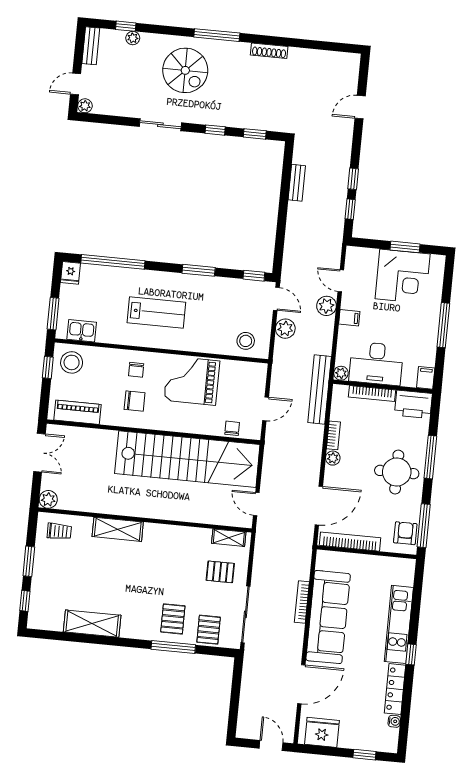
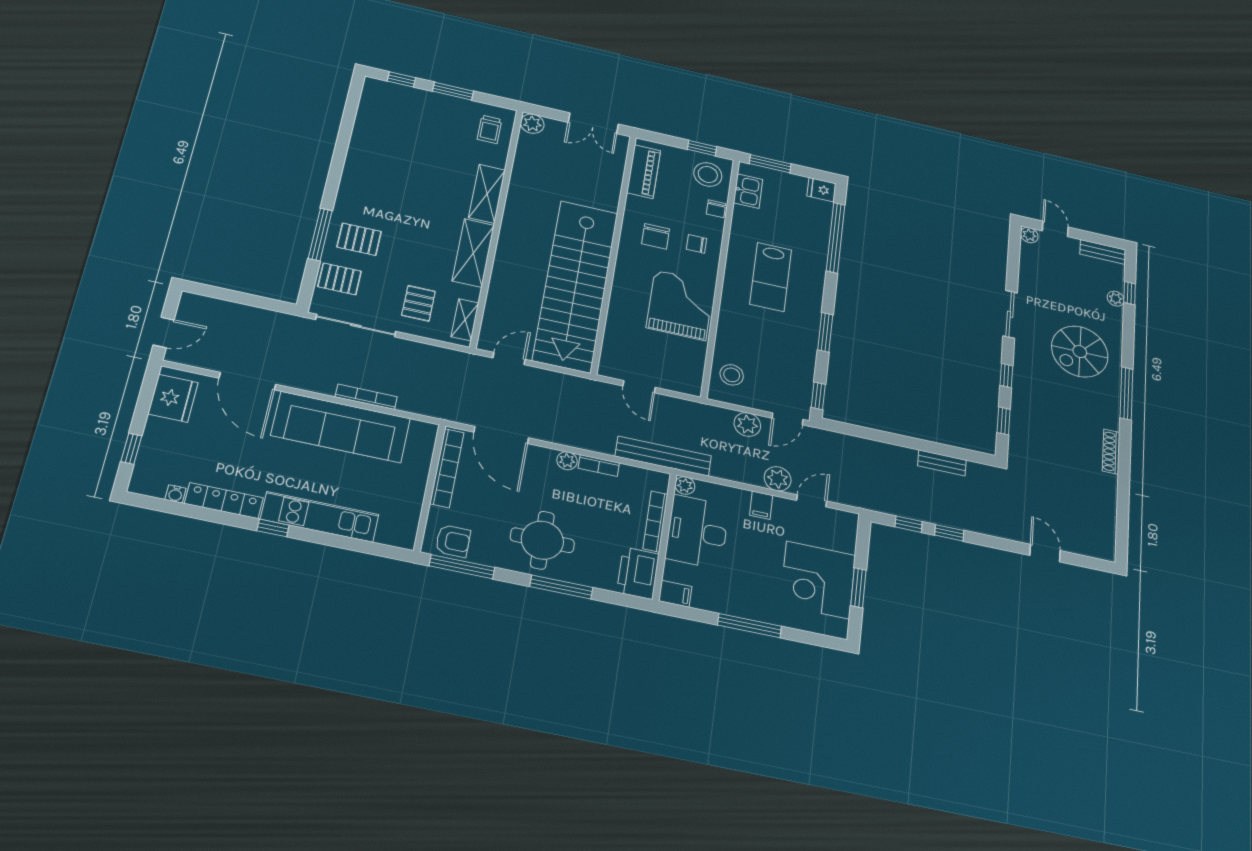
chair: (232, 428) -> (716, 209), moved, turned 90
shelving: (92, 624) -> (473, 253), moved

